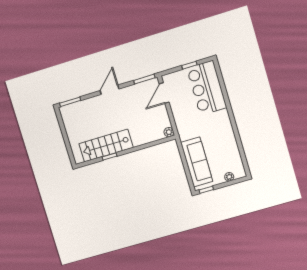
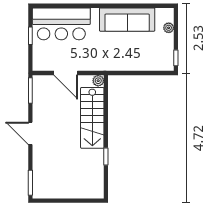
door: (164, 93) -> (66, 73), moved
stairs: (106, 146) -> (92, 118), moved
sofa: (197, 162) -> (127, 20), moved, turned 180

